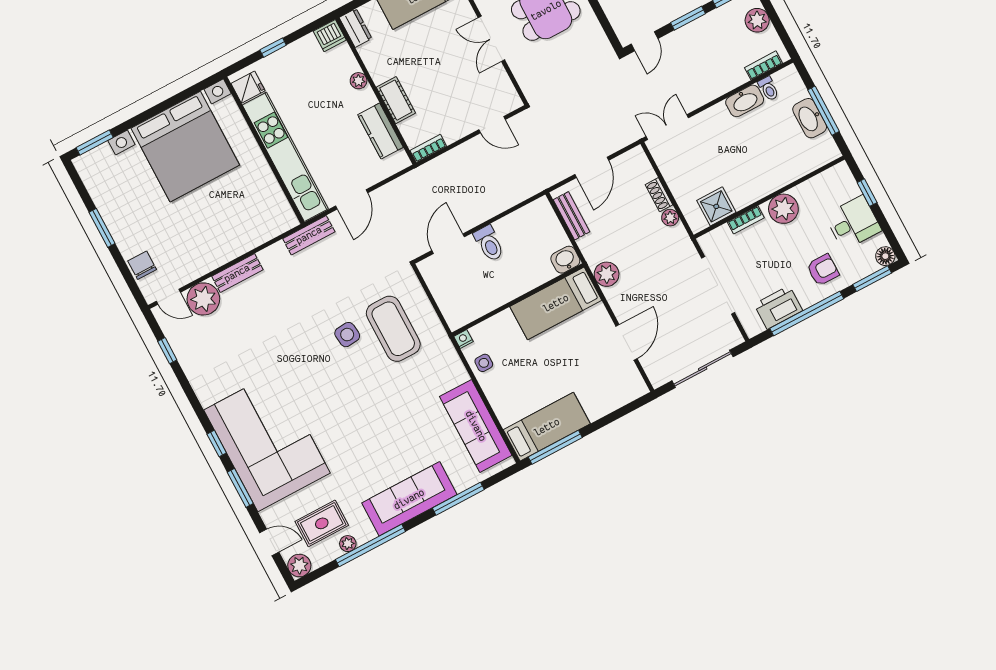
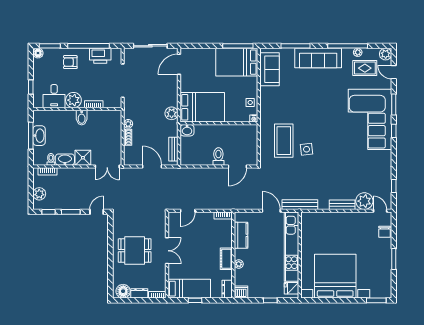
cot: (396, 100) -> (226, 259), moved
door: (492, 125) -> (188, 211), swing flipped
door: (592, 167) -> (152, 166), hinge flipped
bidet: (754, 187) -> (82, 118), added
door: (352, 199) -> (271, 211), hinge flipped
shower: (716, 206) -> (83, 158), moved
desk: (853, 223) -> (54, 96), moved, turned -90
bench: (309, 235) -> (300, 205), width x1.36
bed: (556, 303) -> (202, 107), width x1.50
door: (627, 342) -> (179, 64), moved
sofa: (476, 426) -> (269, 69), width x0.73
bed: (547, 427) -> (237, 62), width x1.50

